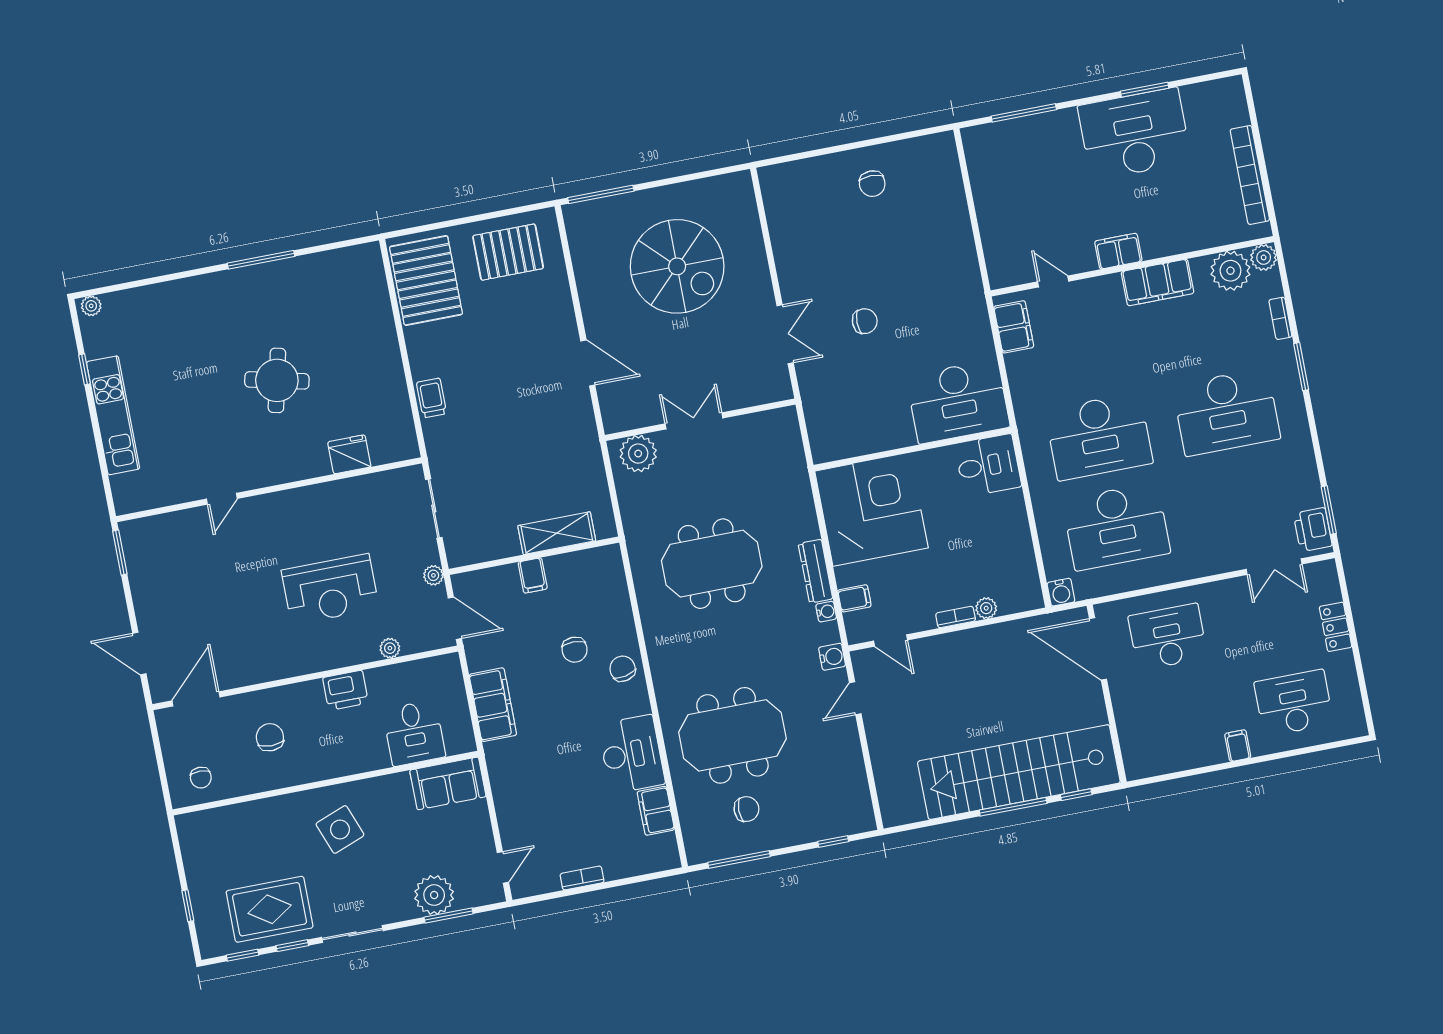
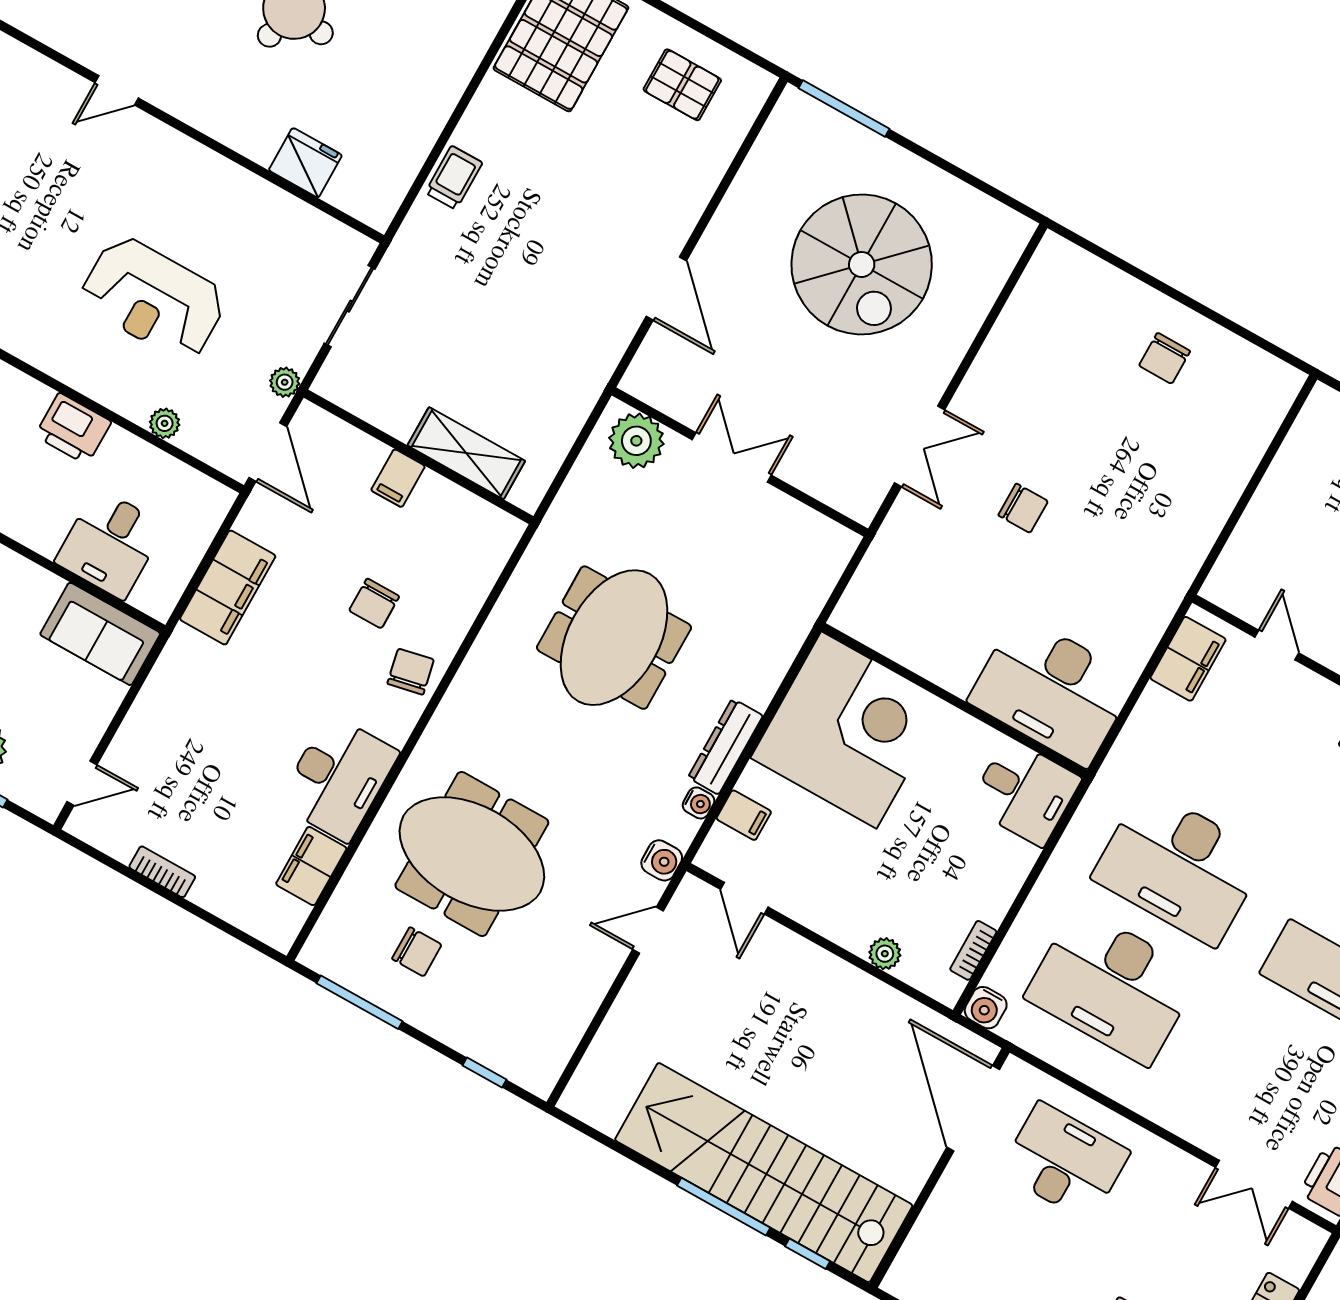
pallet: (508, 252) -> (682, 85), width x0.67, depth x0.71
meeting table: (712, 564) -> (614, 638), turned 90
bookcase: (956, 617) -> (973, 950), moved, turned -90

